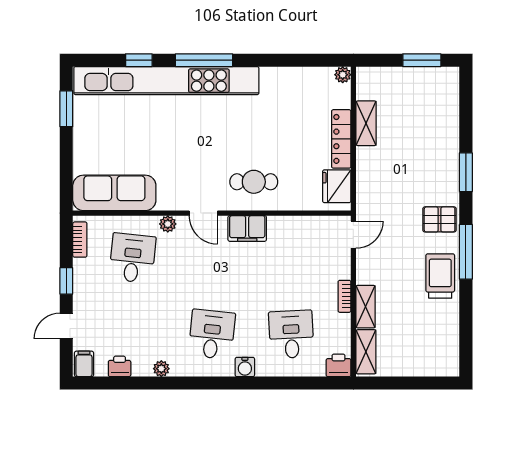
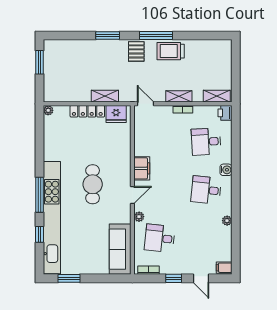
shelving: (366, 123) -> (105, 96), moved
cafe table: (254, 182) -> (93, 184), moved, width x1.37, depth x1.35
shelving: (366, 307) -> (179, 96), moved
printer: (120, 366) -> (226, 246), removed

